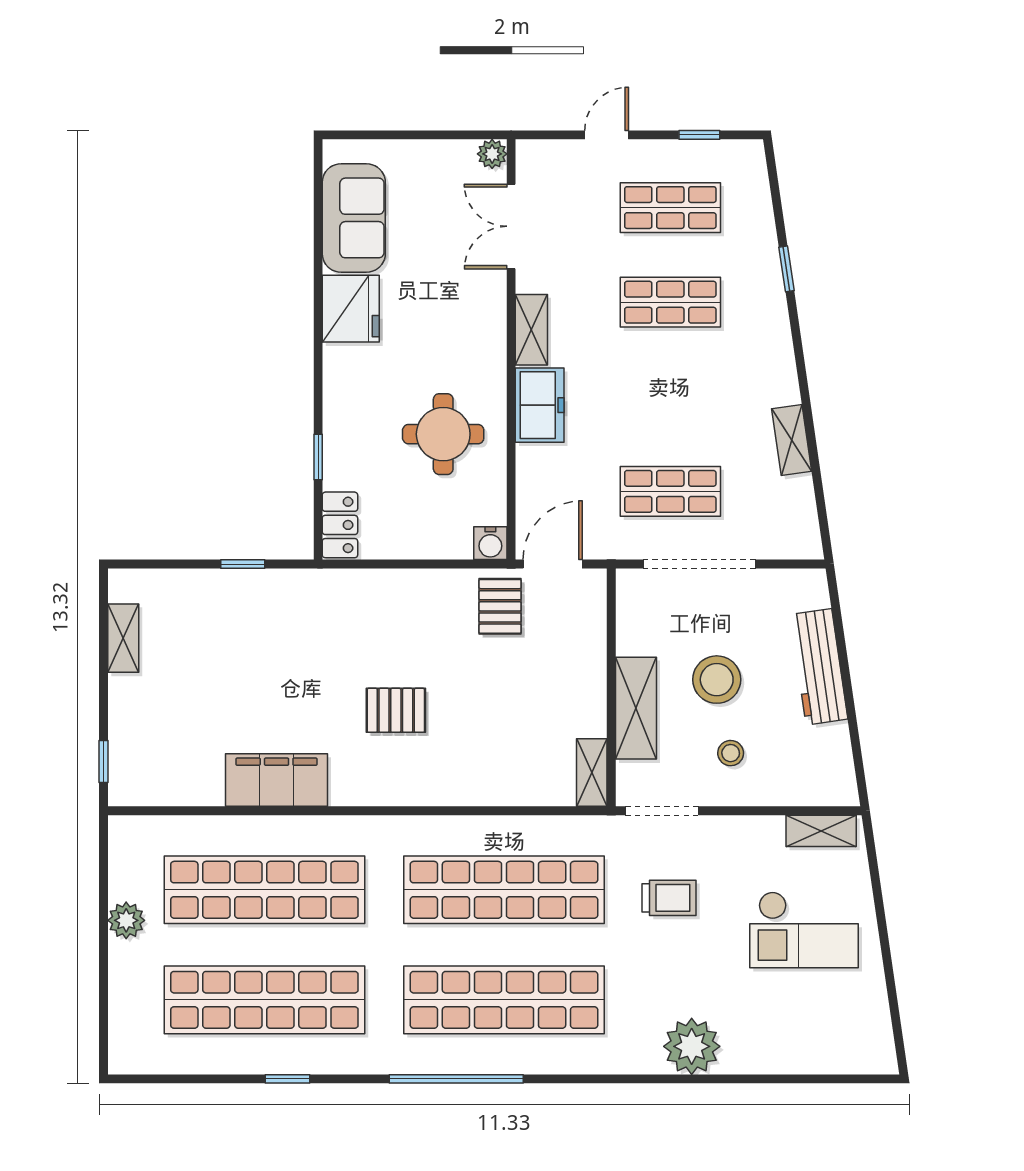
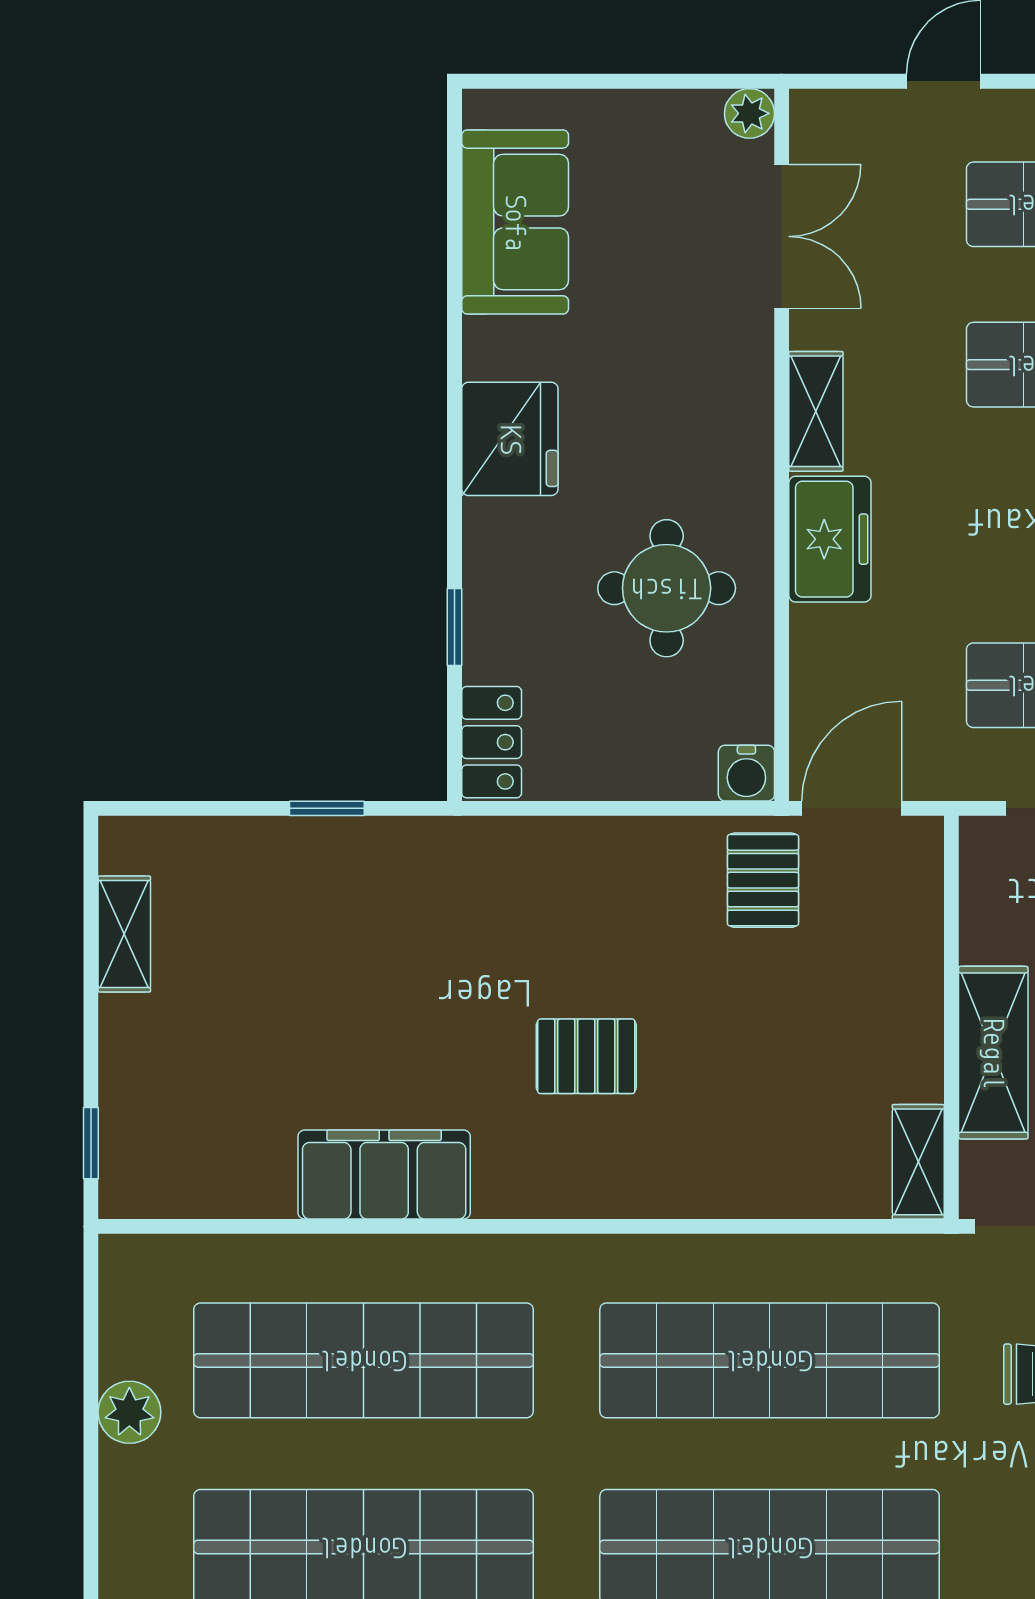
double door: (511, 226) -> (782, 236), swing flipped
fridge: (351, 309) -> (510, 439), moved

